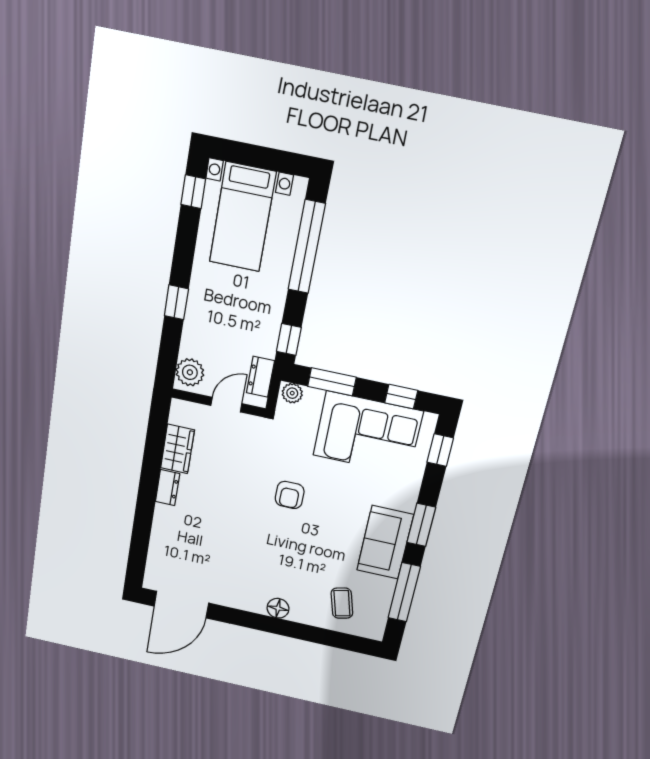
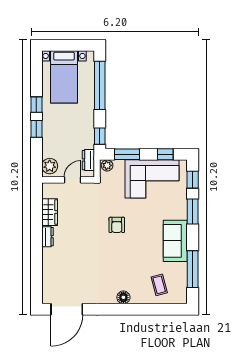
window: (193, 192) -> (36, 105), moved
window: (421, 525) -> (193, 211), moved

